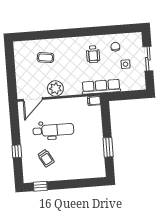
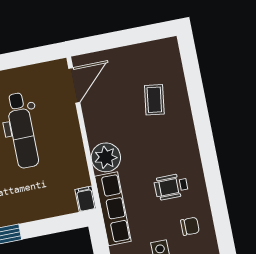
plant: (55, 88) -> (106, 157), moved
door: (33, 99) -> (74, 85), swing flipped

